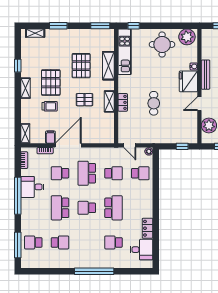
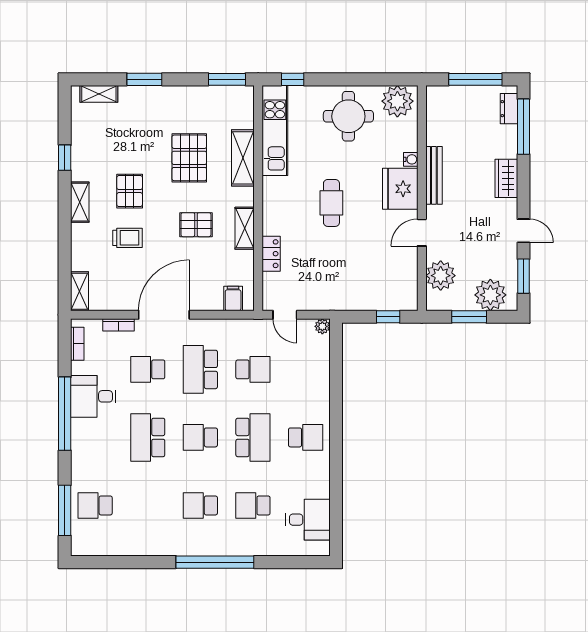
pallet: (51, 83) -> (130, 191), width x0.67, depth x0.71
locker: (123, 102) -> (271, 254), moved
cafe table: (154, 103) -> (331, 203), moved
filing cabinet: (50, 137) -> (233, 298), moved
school desk: (140, 173) -> (306, 437), moved
locker: (148, 228) -> (320, 478), removed
school desk: (60, 242) -> (200, 505), moved, turned 180

